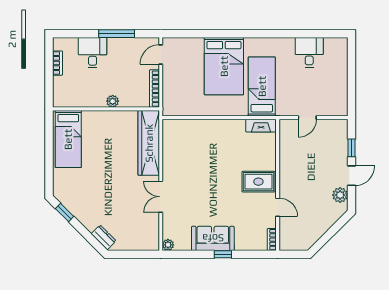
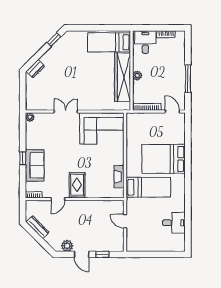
desk: (93, 52) -> (145, 42), moved, turned -90
fireplace: (261, 126) -> (119, 177), moved
wardrobe: (149, 143) -> (123, 77), moved, turned -90
corner sofa: (183, 149) -> (102, 128), added
dresser: (315, 234) -> (38, 227), added
sofa: (213, 238) -> (35, 165), moved

